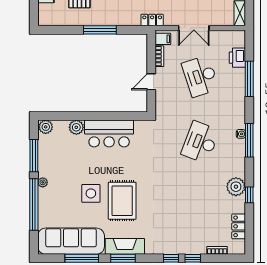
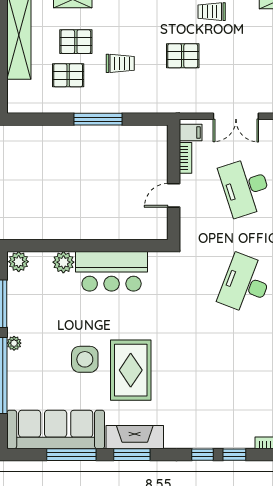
locker: (152, 20) -> (175, 105), removed

